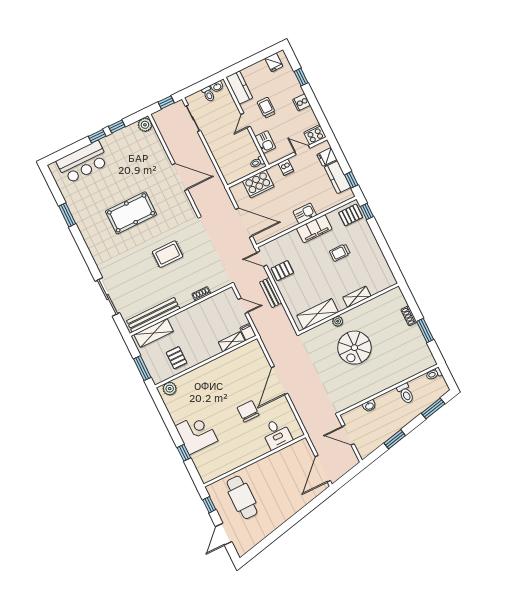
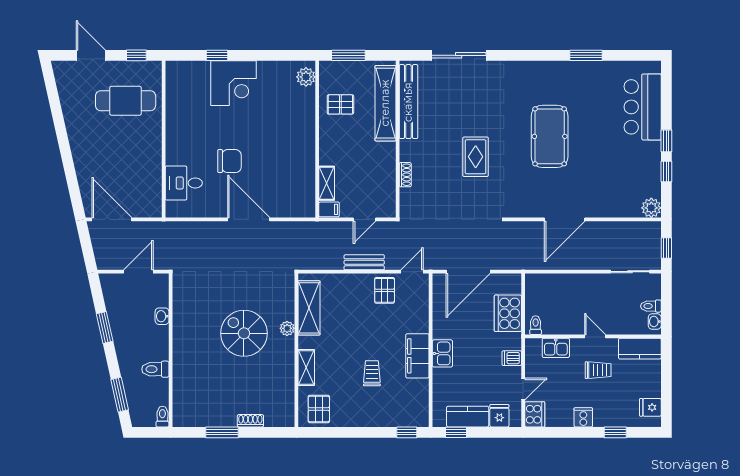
pallet: (351, 215) -> (319, 409), moved
shelving: (154, 333) -> (385, 103), width x1.47

